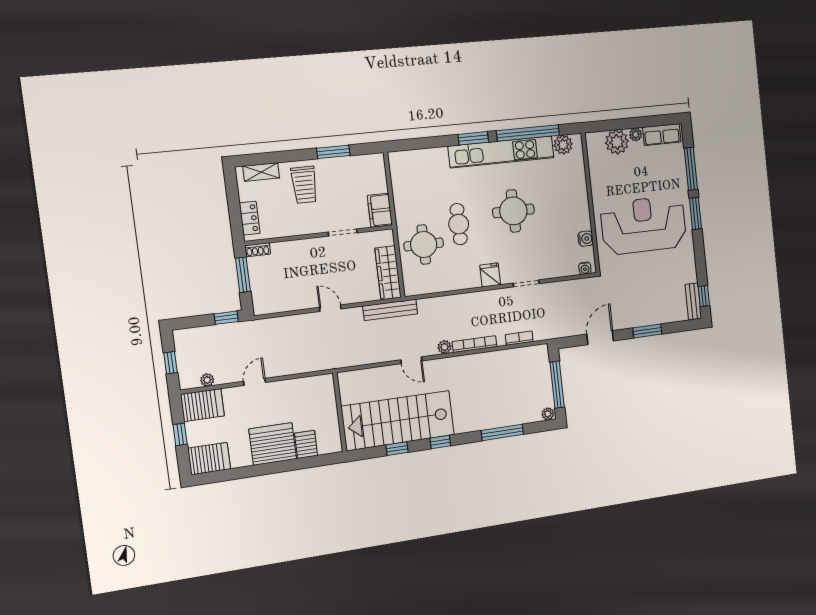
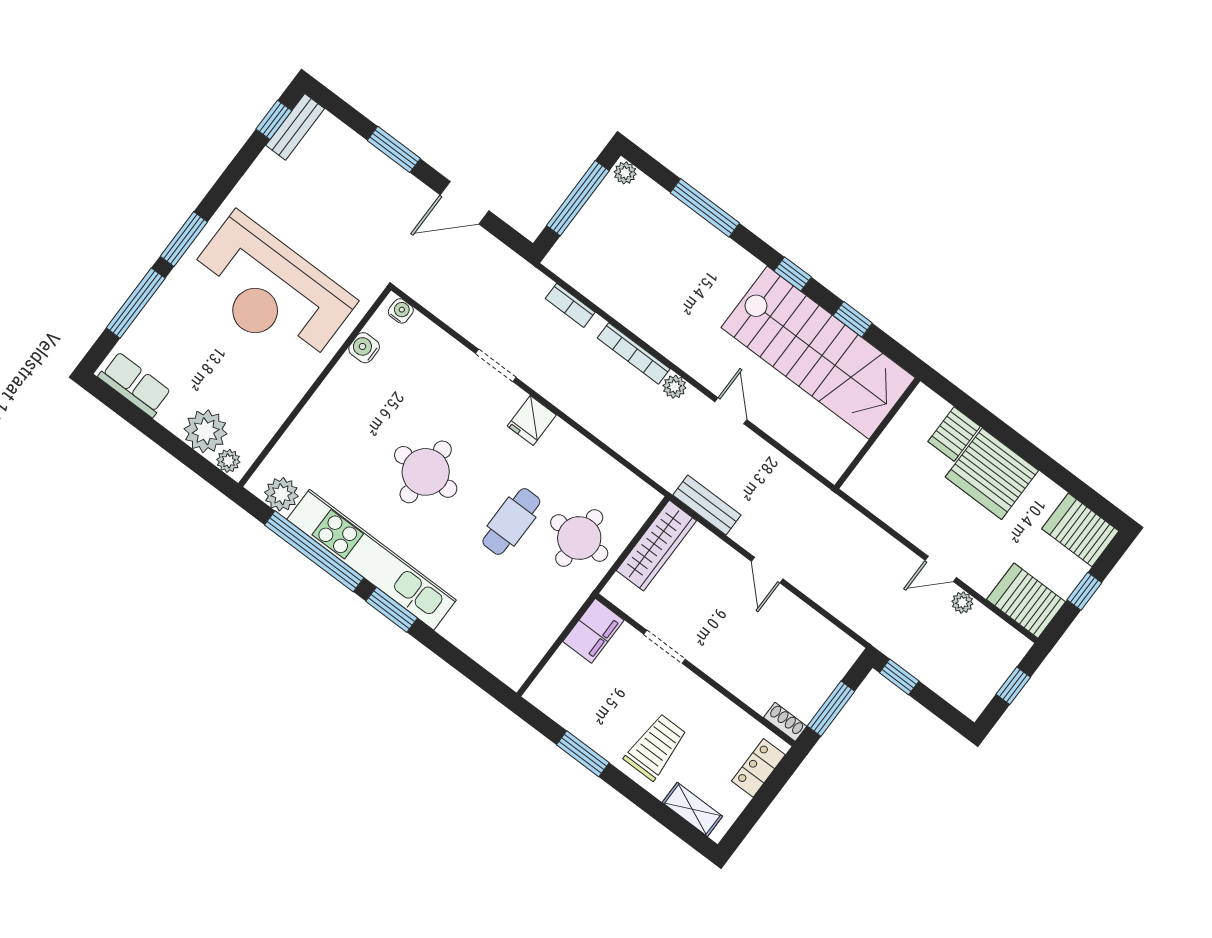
plant: (636, 134) -> (228, 461), moved
bench: (390, 310) -> (707, 505), width x0.73
plant: (207, 380) -> (962, 603), moved

